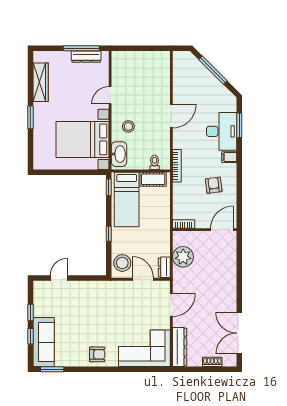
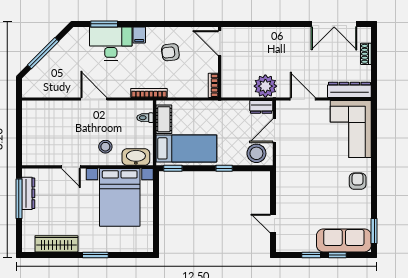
plant: (183, 257) -> (265, 86), moved

